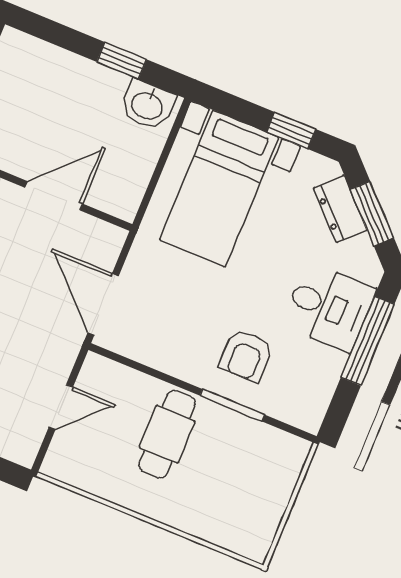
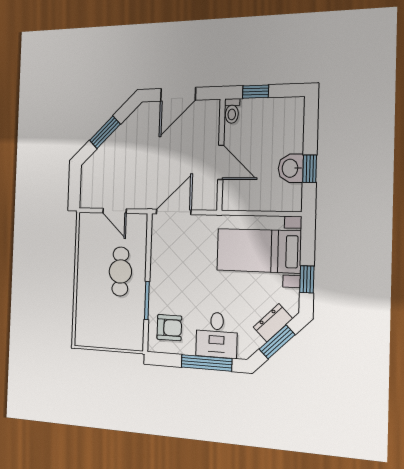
washbasin: (148, 105) -> (291, 168), moved
armchair: (246, 355) -> (169, 328), moved, turned 180
cafe table: (167, 434) -> (120, 271), turned 90

